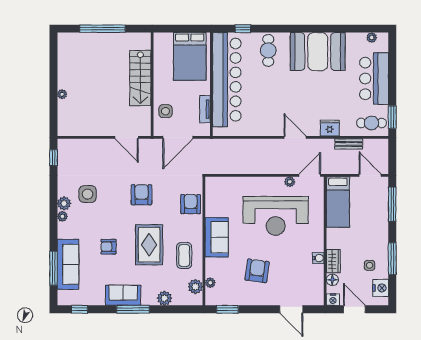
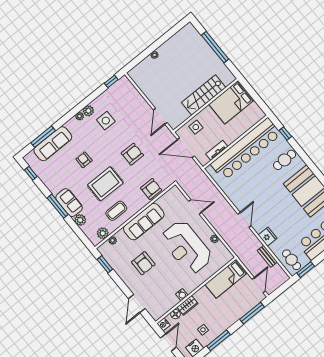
bed: (190, 56) -> (232, 102), moved
door: (310, 175) -> (195, 207), moved
sofa: (217, 237) -> (144, 222), width x1.36
armchair: (257, 271) -> (143, 263), turned 82
sofa: (123, 295) -> (69, 203), moved

